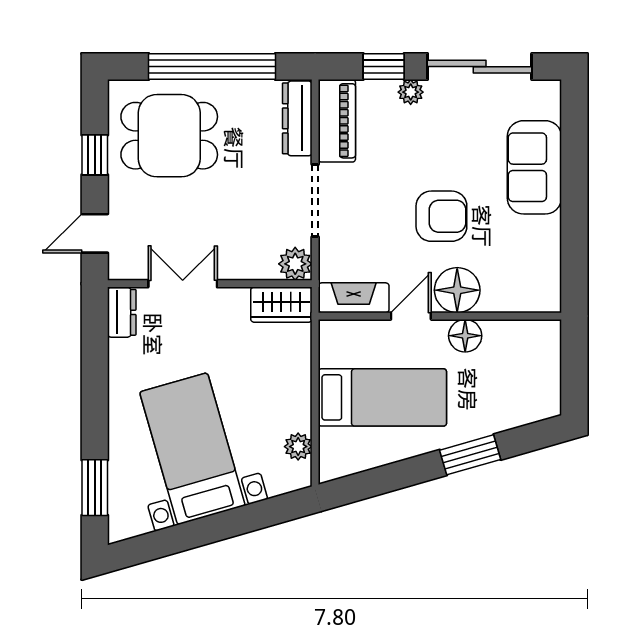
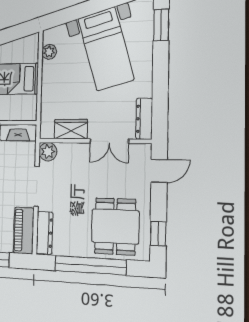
dining table: (169, 136) -> (115, 226), turned 90
window: (95, 155) -> (158, 234), moved
wardrobe: (281, 305) -> (71, 129), moved
dresser: (122, 312) -> (144, 119), width x1.44

